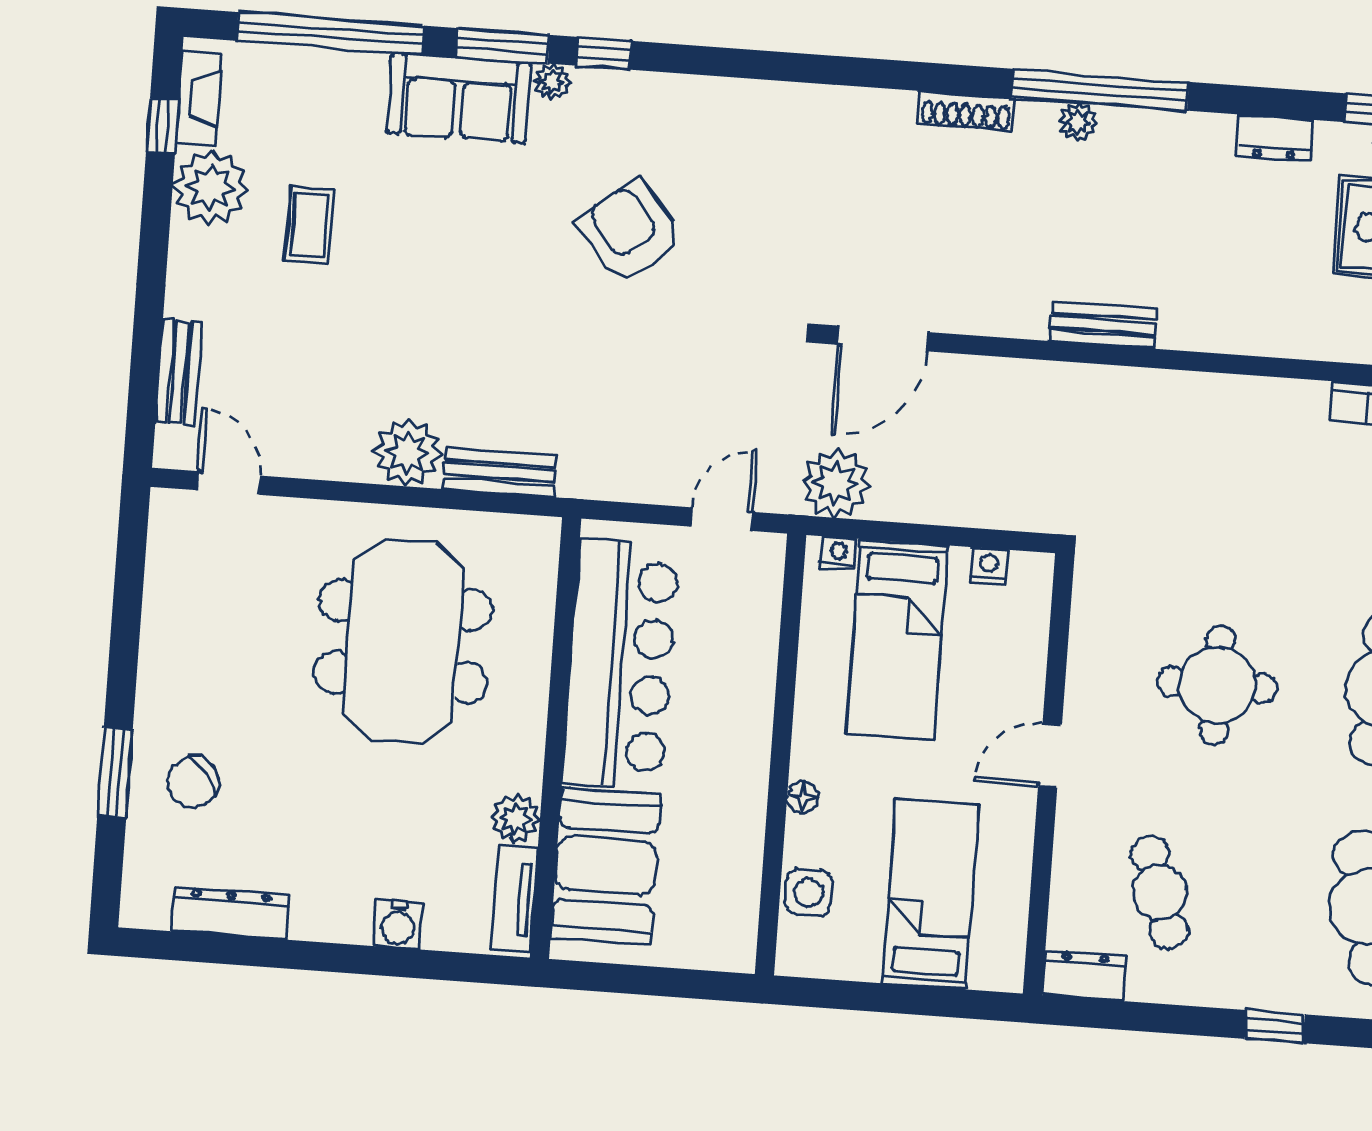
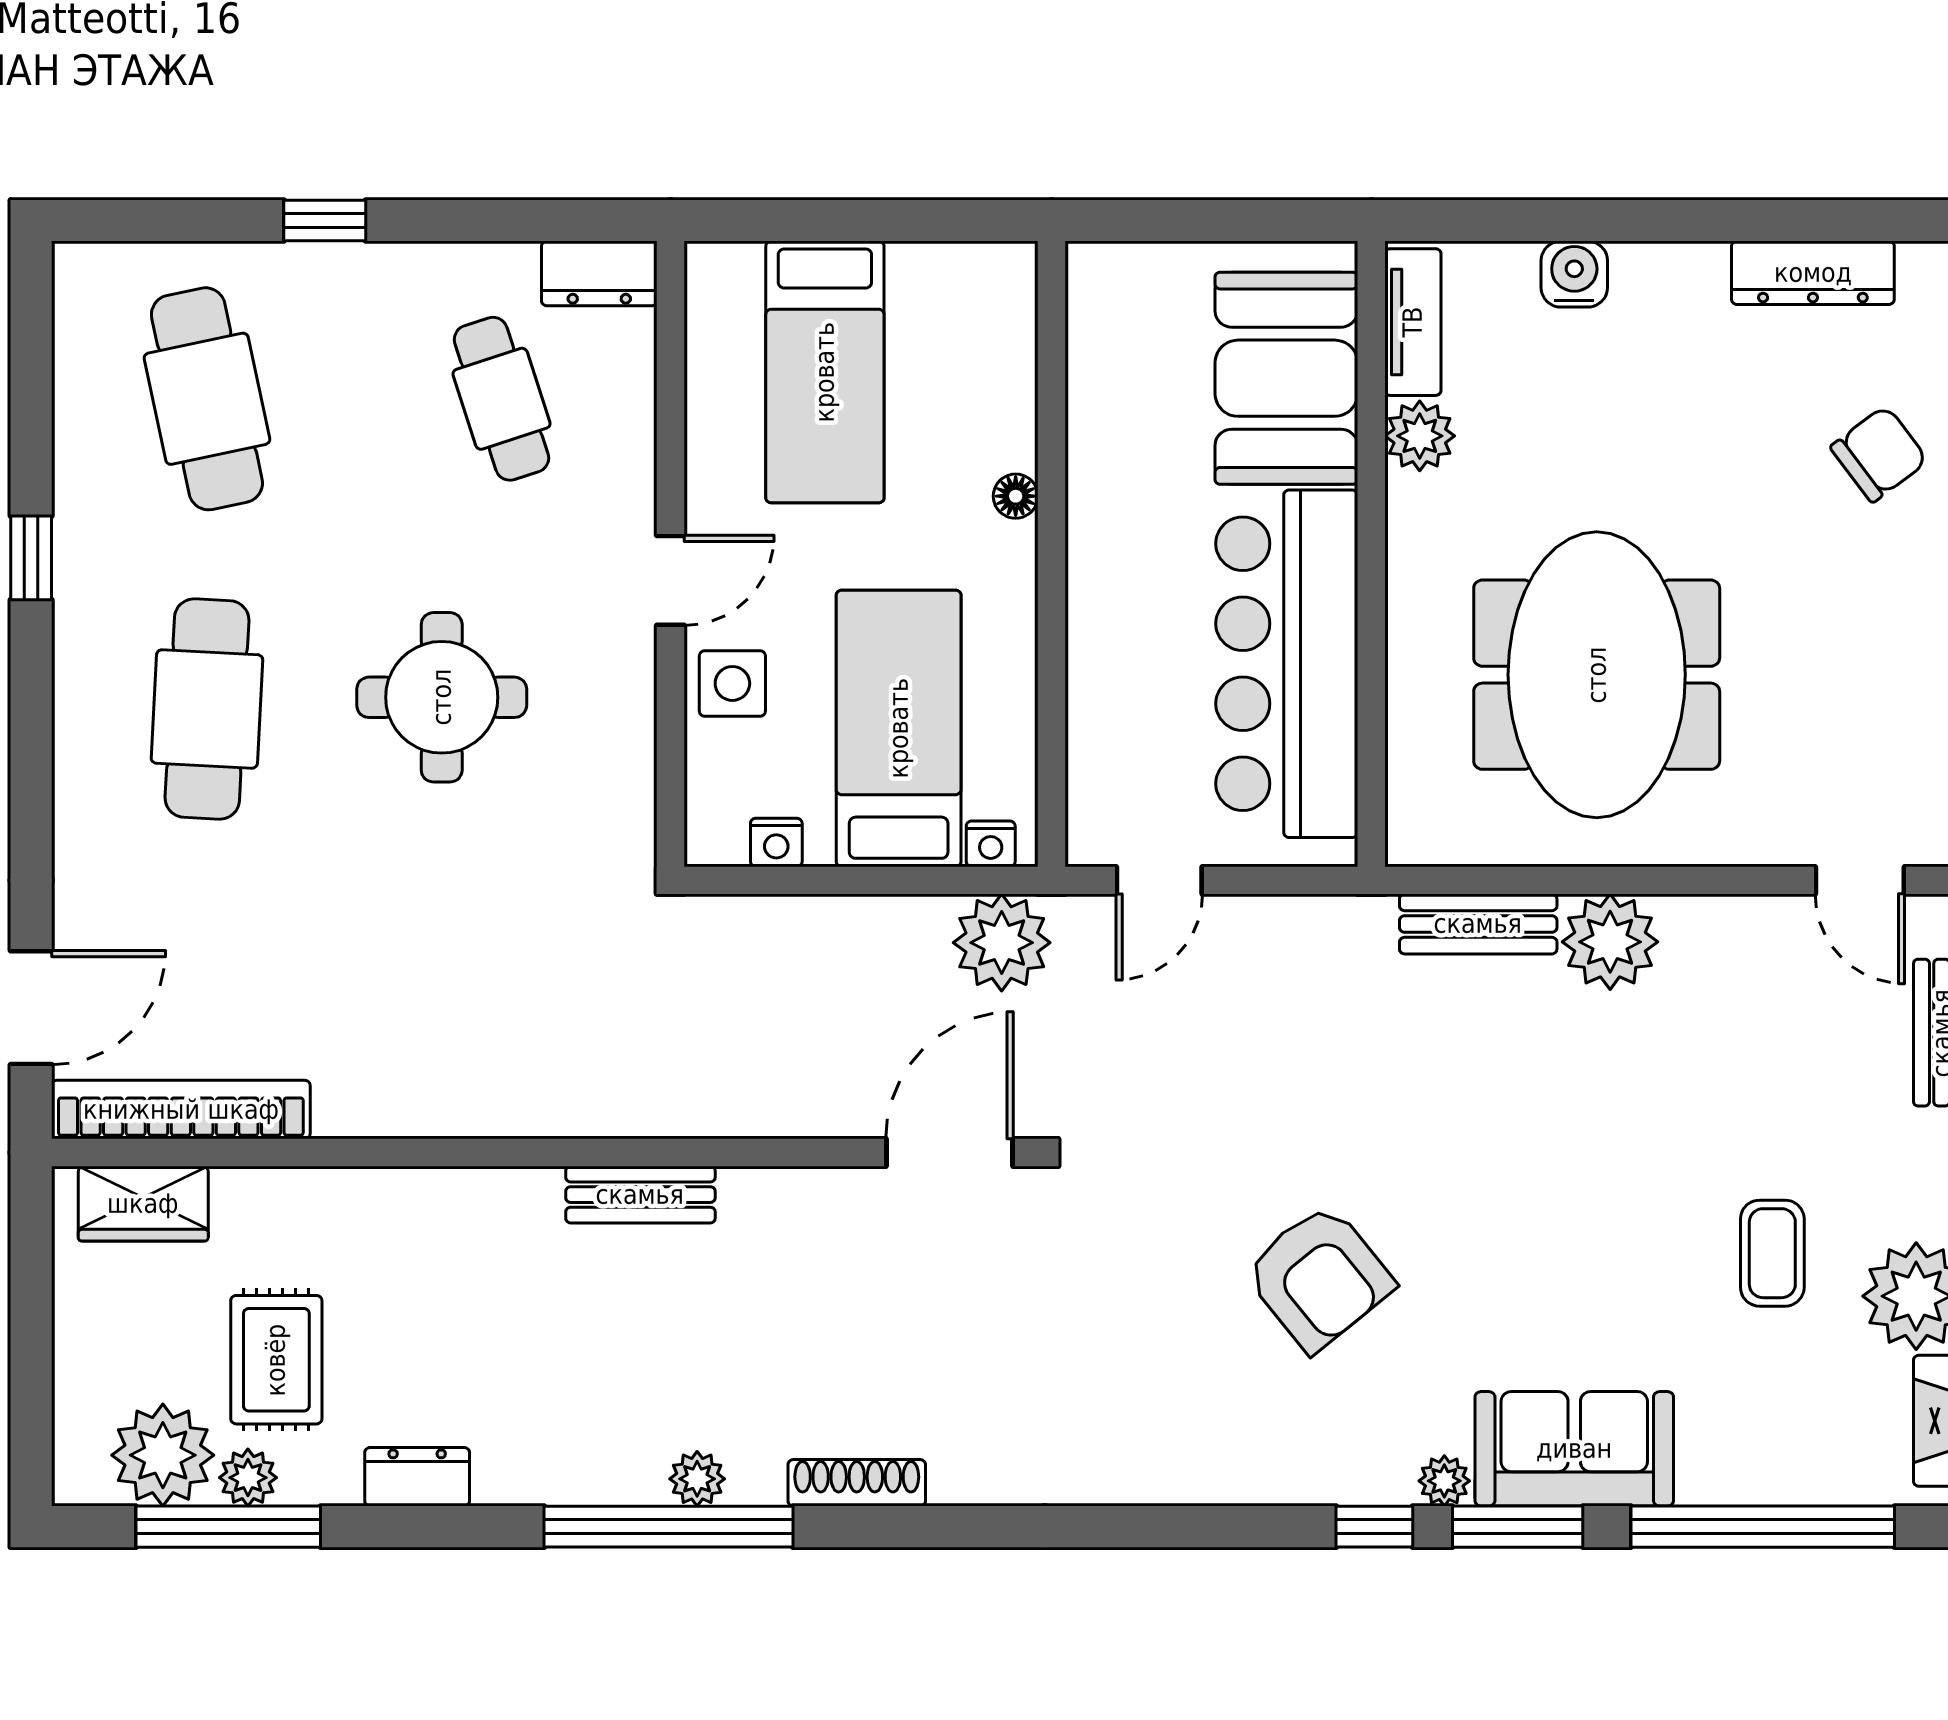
side table: (809, 893) -> (732, 683), moved

